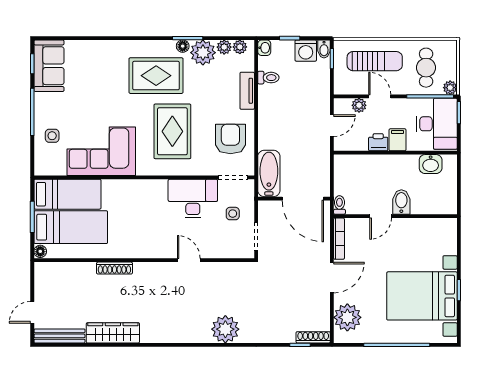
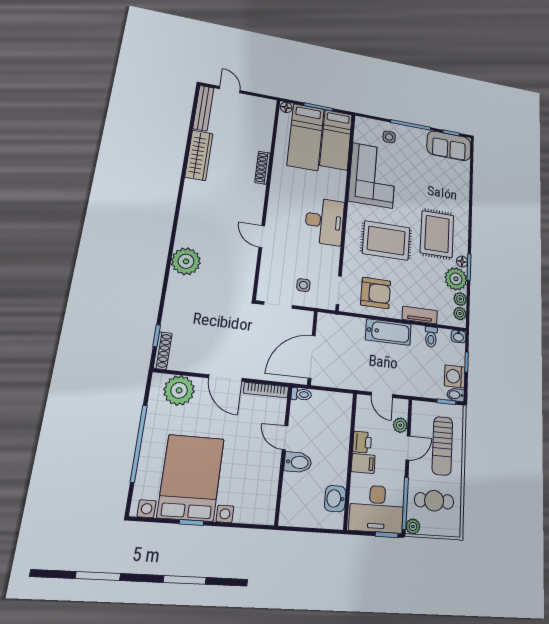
bathtub: (269, 173) -> (388, 332), moved
desk: (193, 198) -> (324, 221), moved
door: (189, 260) -> (262, 237), swing flipped

